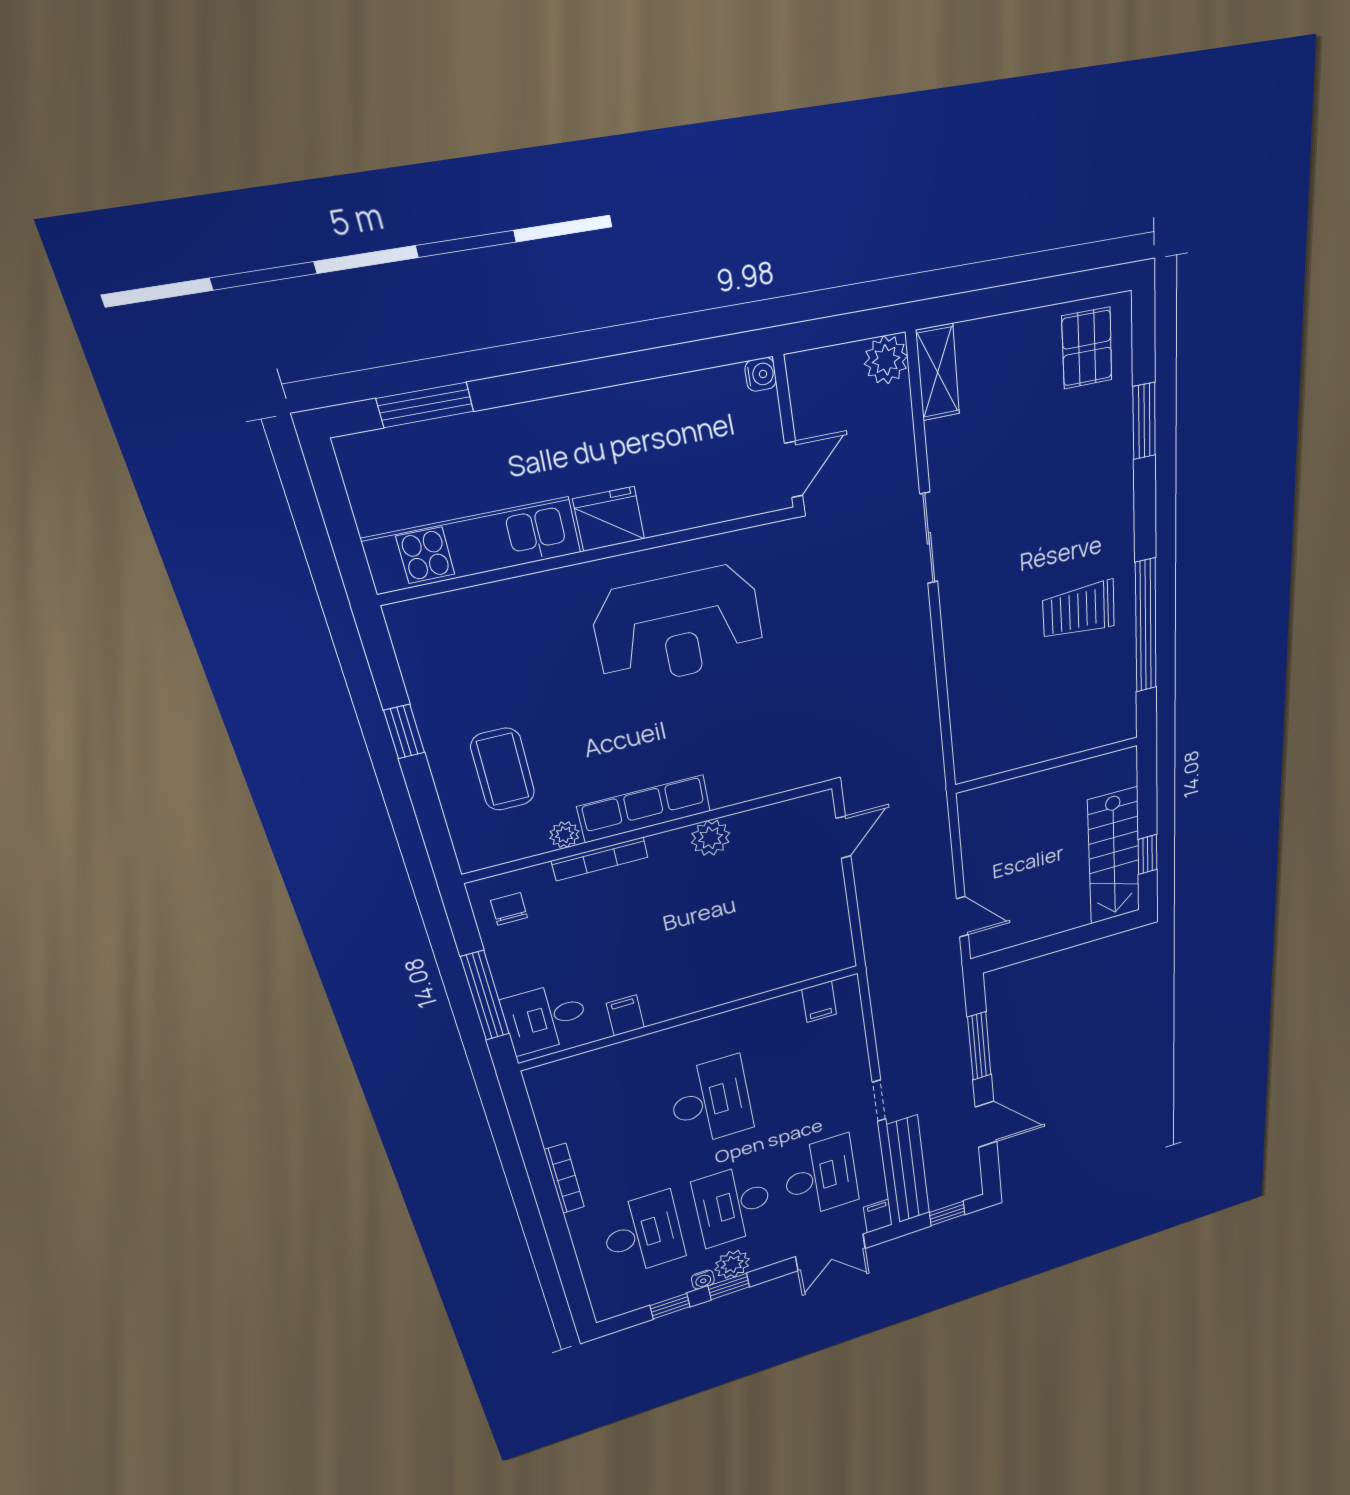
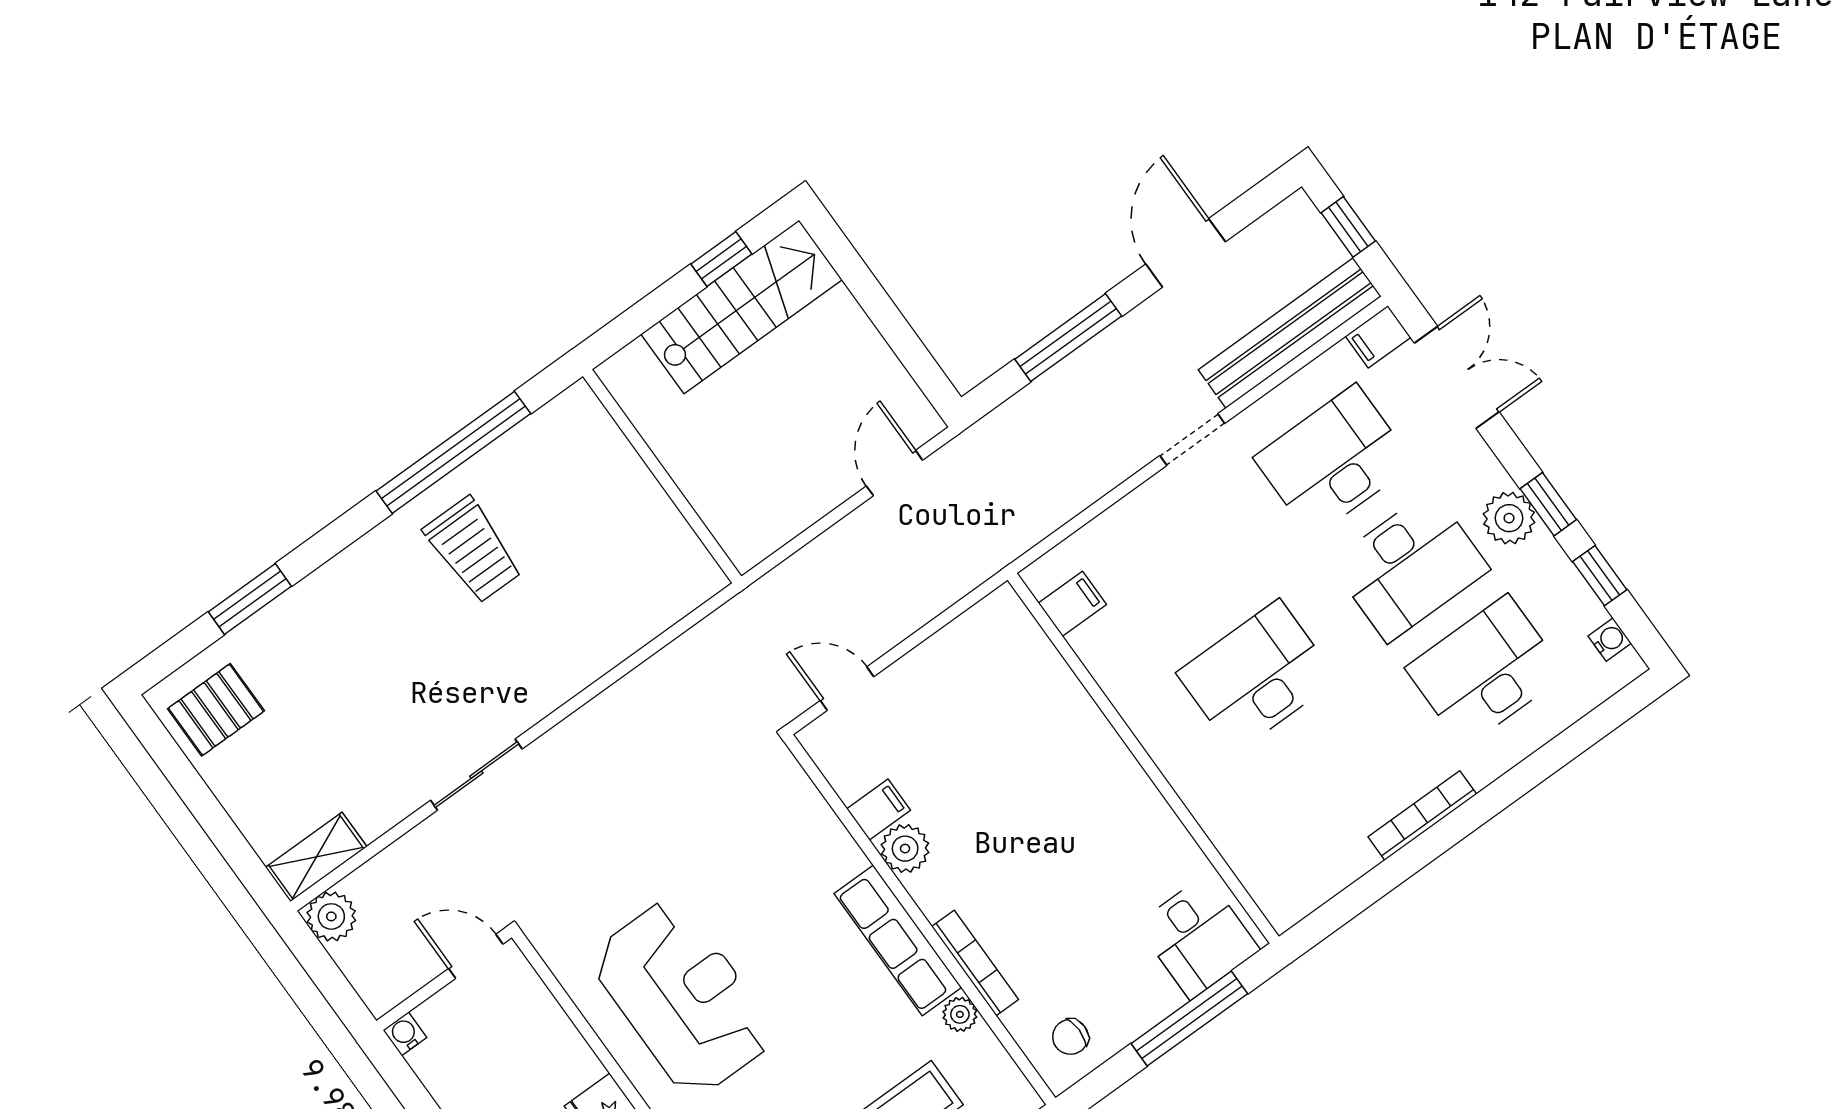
filing cabinet: (625, 1015) -> (879, 809), moved, turned 180
water cooler: (703, 1280) -> (1610, 640), moved

